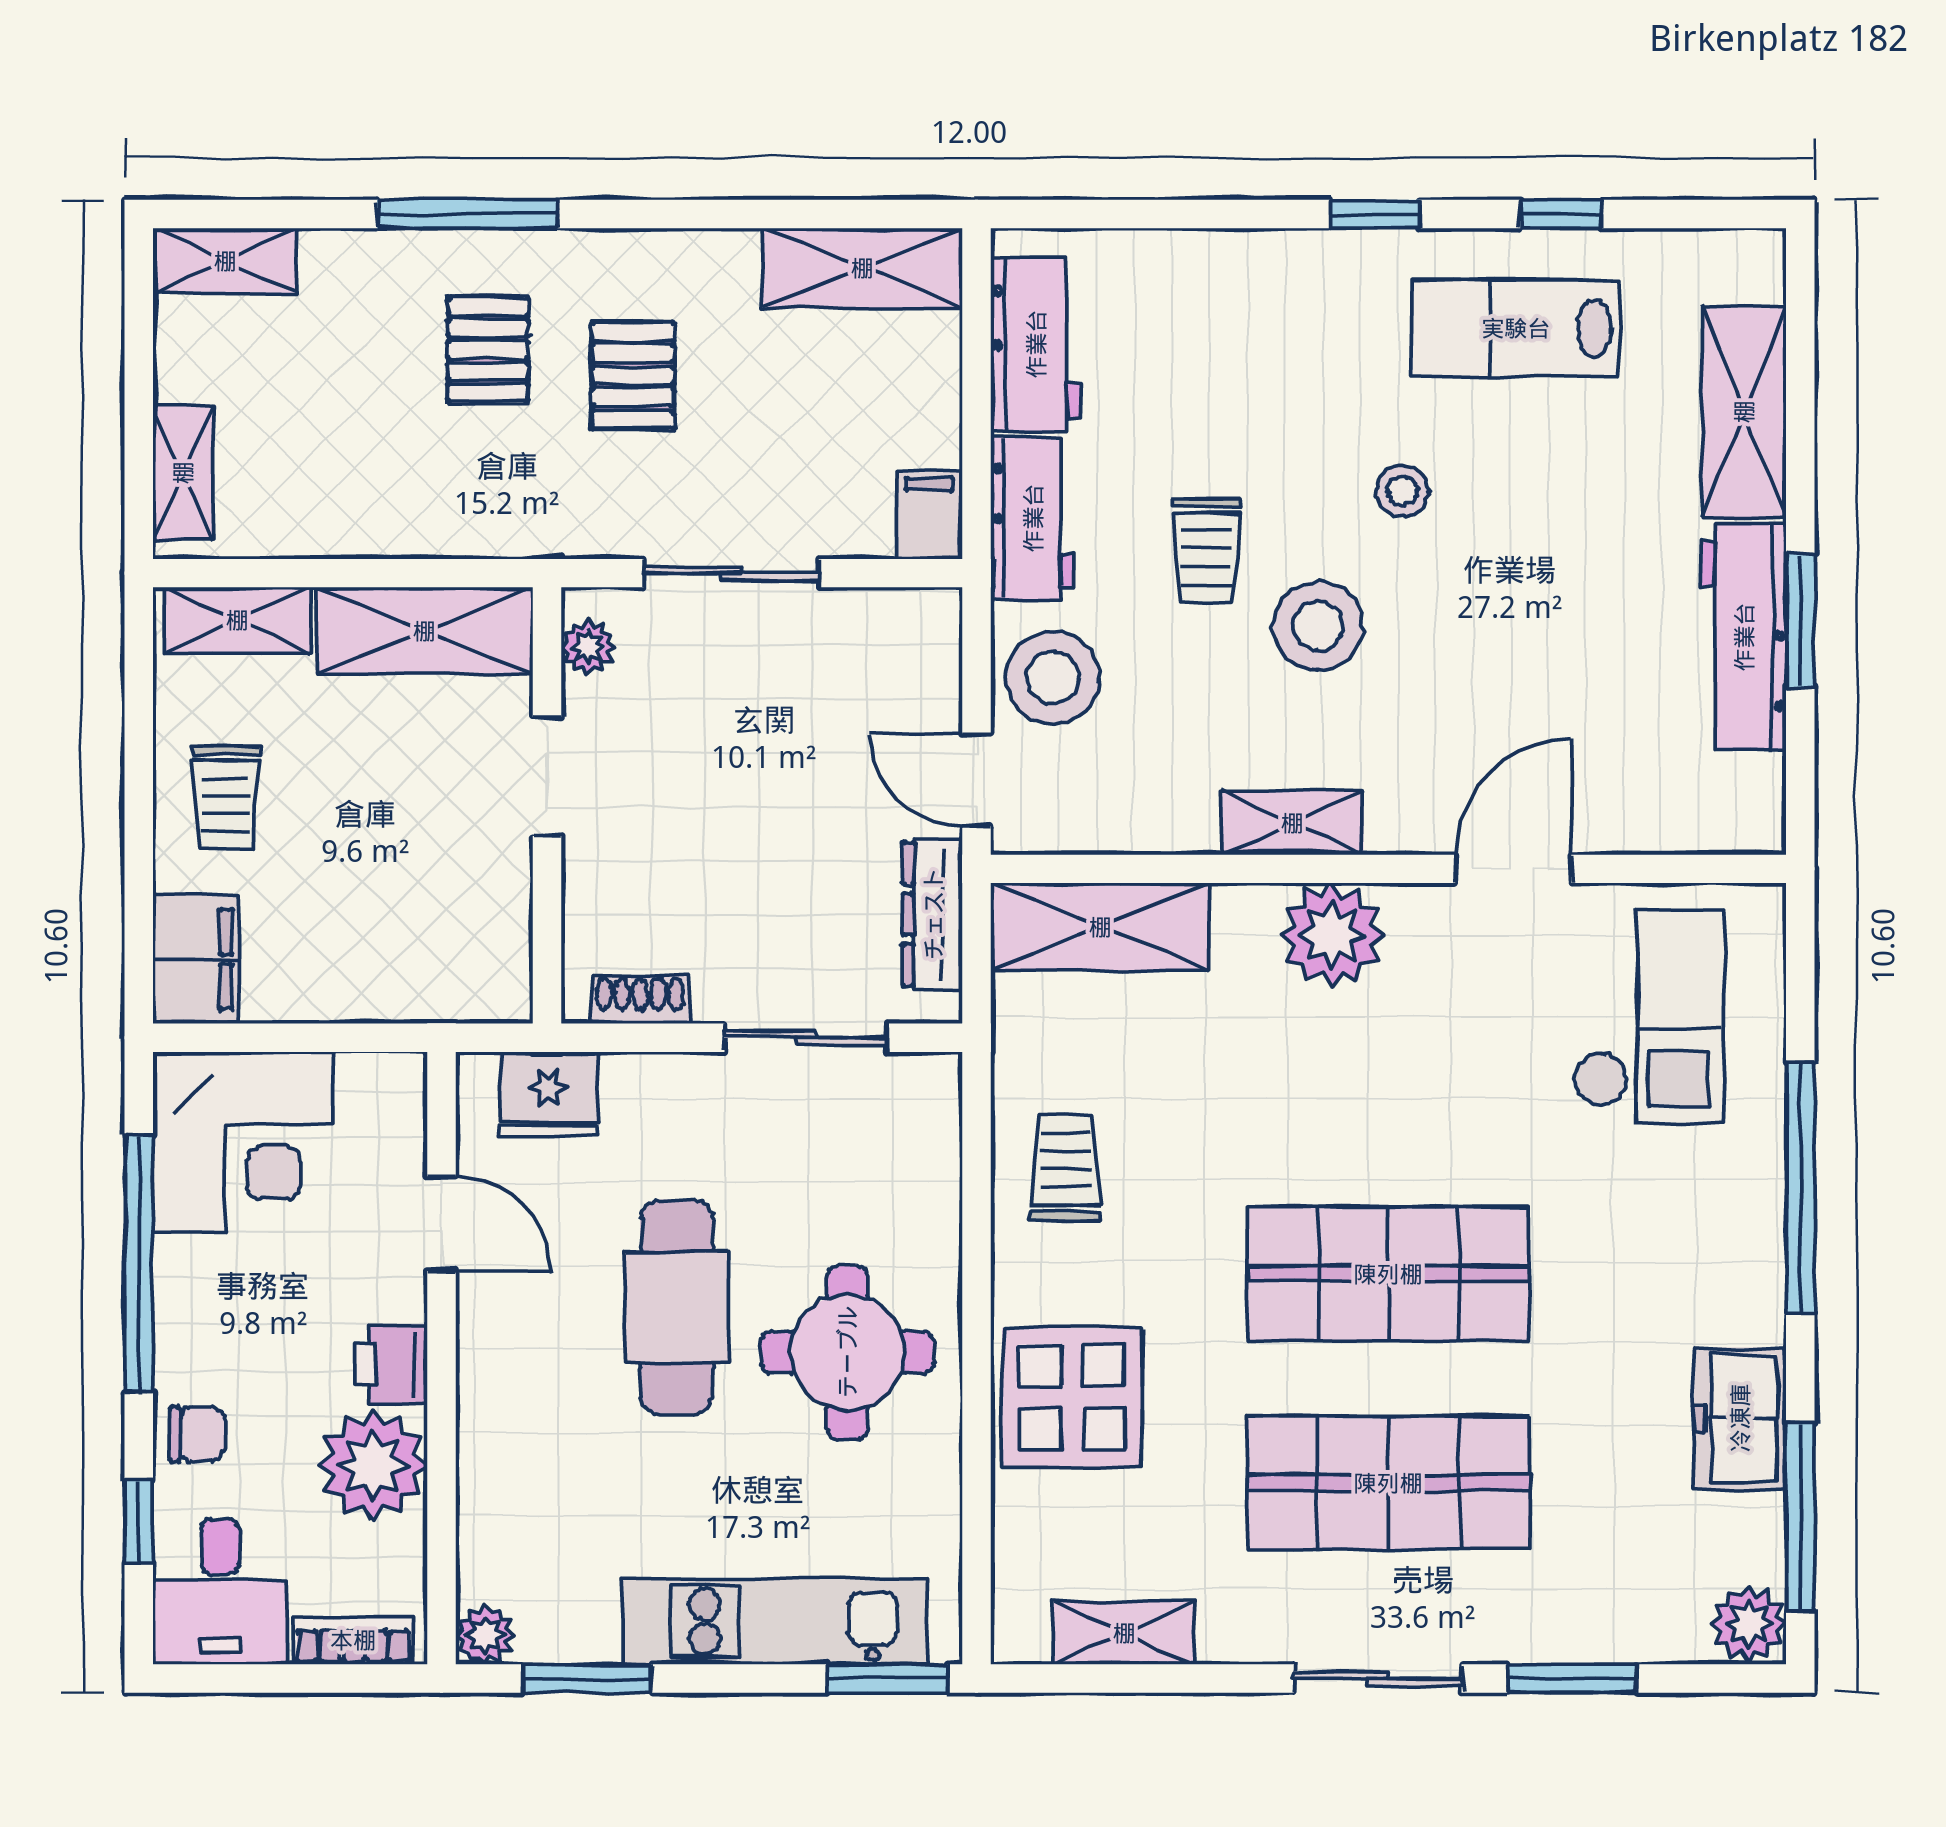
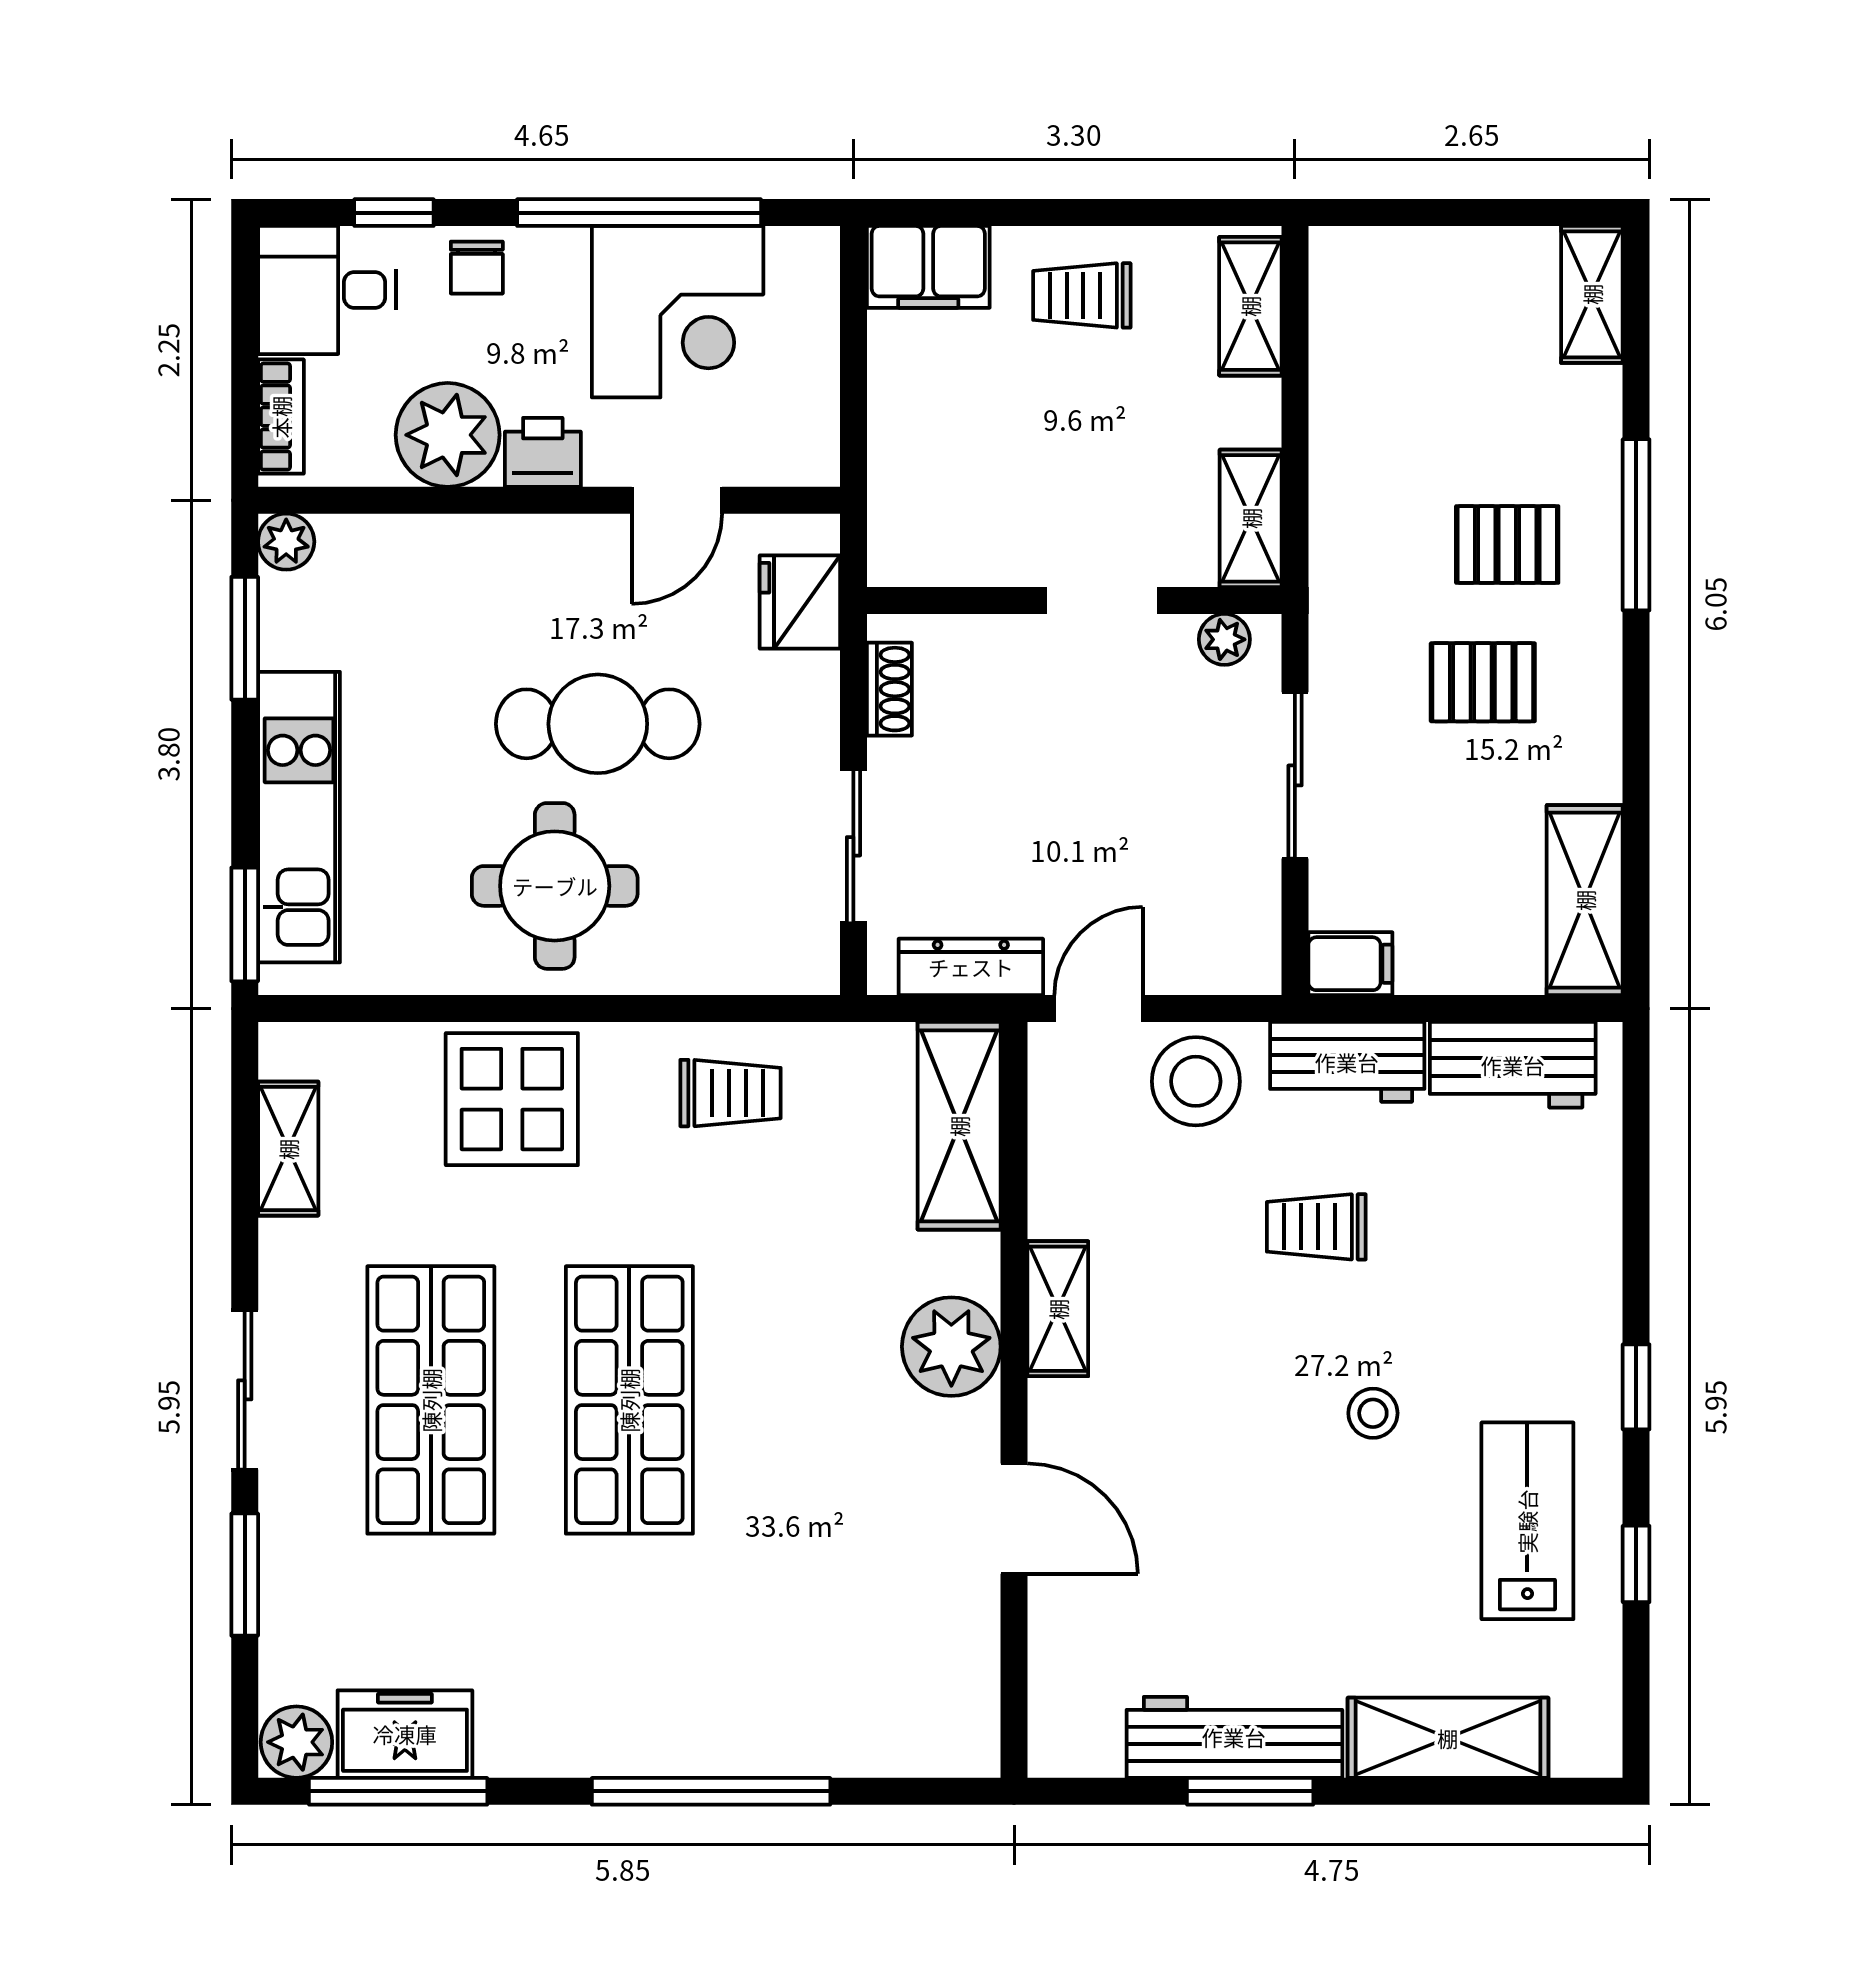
shelving: (183, 473) -> (1390, 255), removed
stool: (1318, 626) -> (1245, 1333), removed
shelving: (424, 631) -> (1251, 518), width x0.67, depth x0.75
checkout: (1649, 1017) -> (873, 1647), removed
corner desk: (243, 1142) -> (678, 312), moved, turned -90
freezer: (1740, 1418) -> (405, 1734), moved

